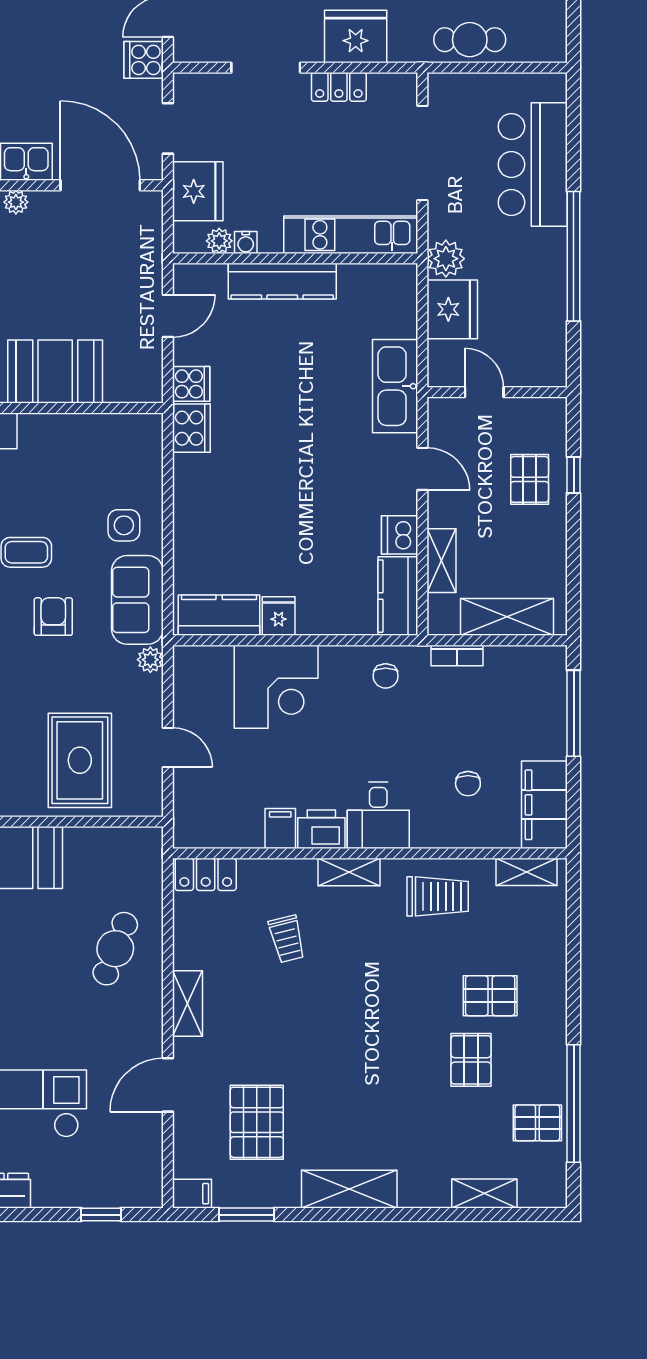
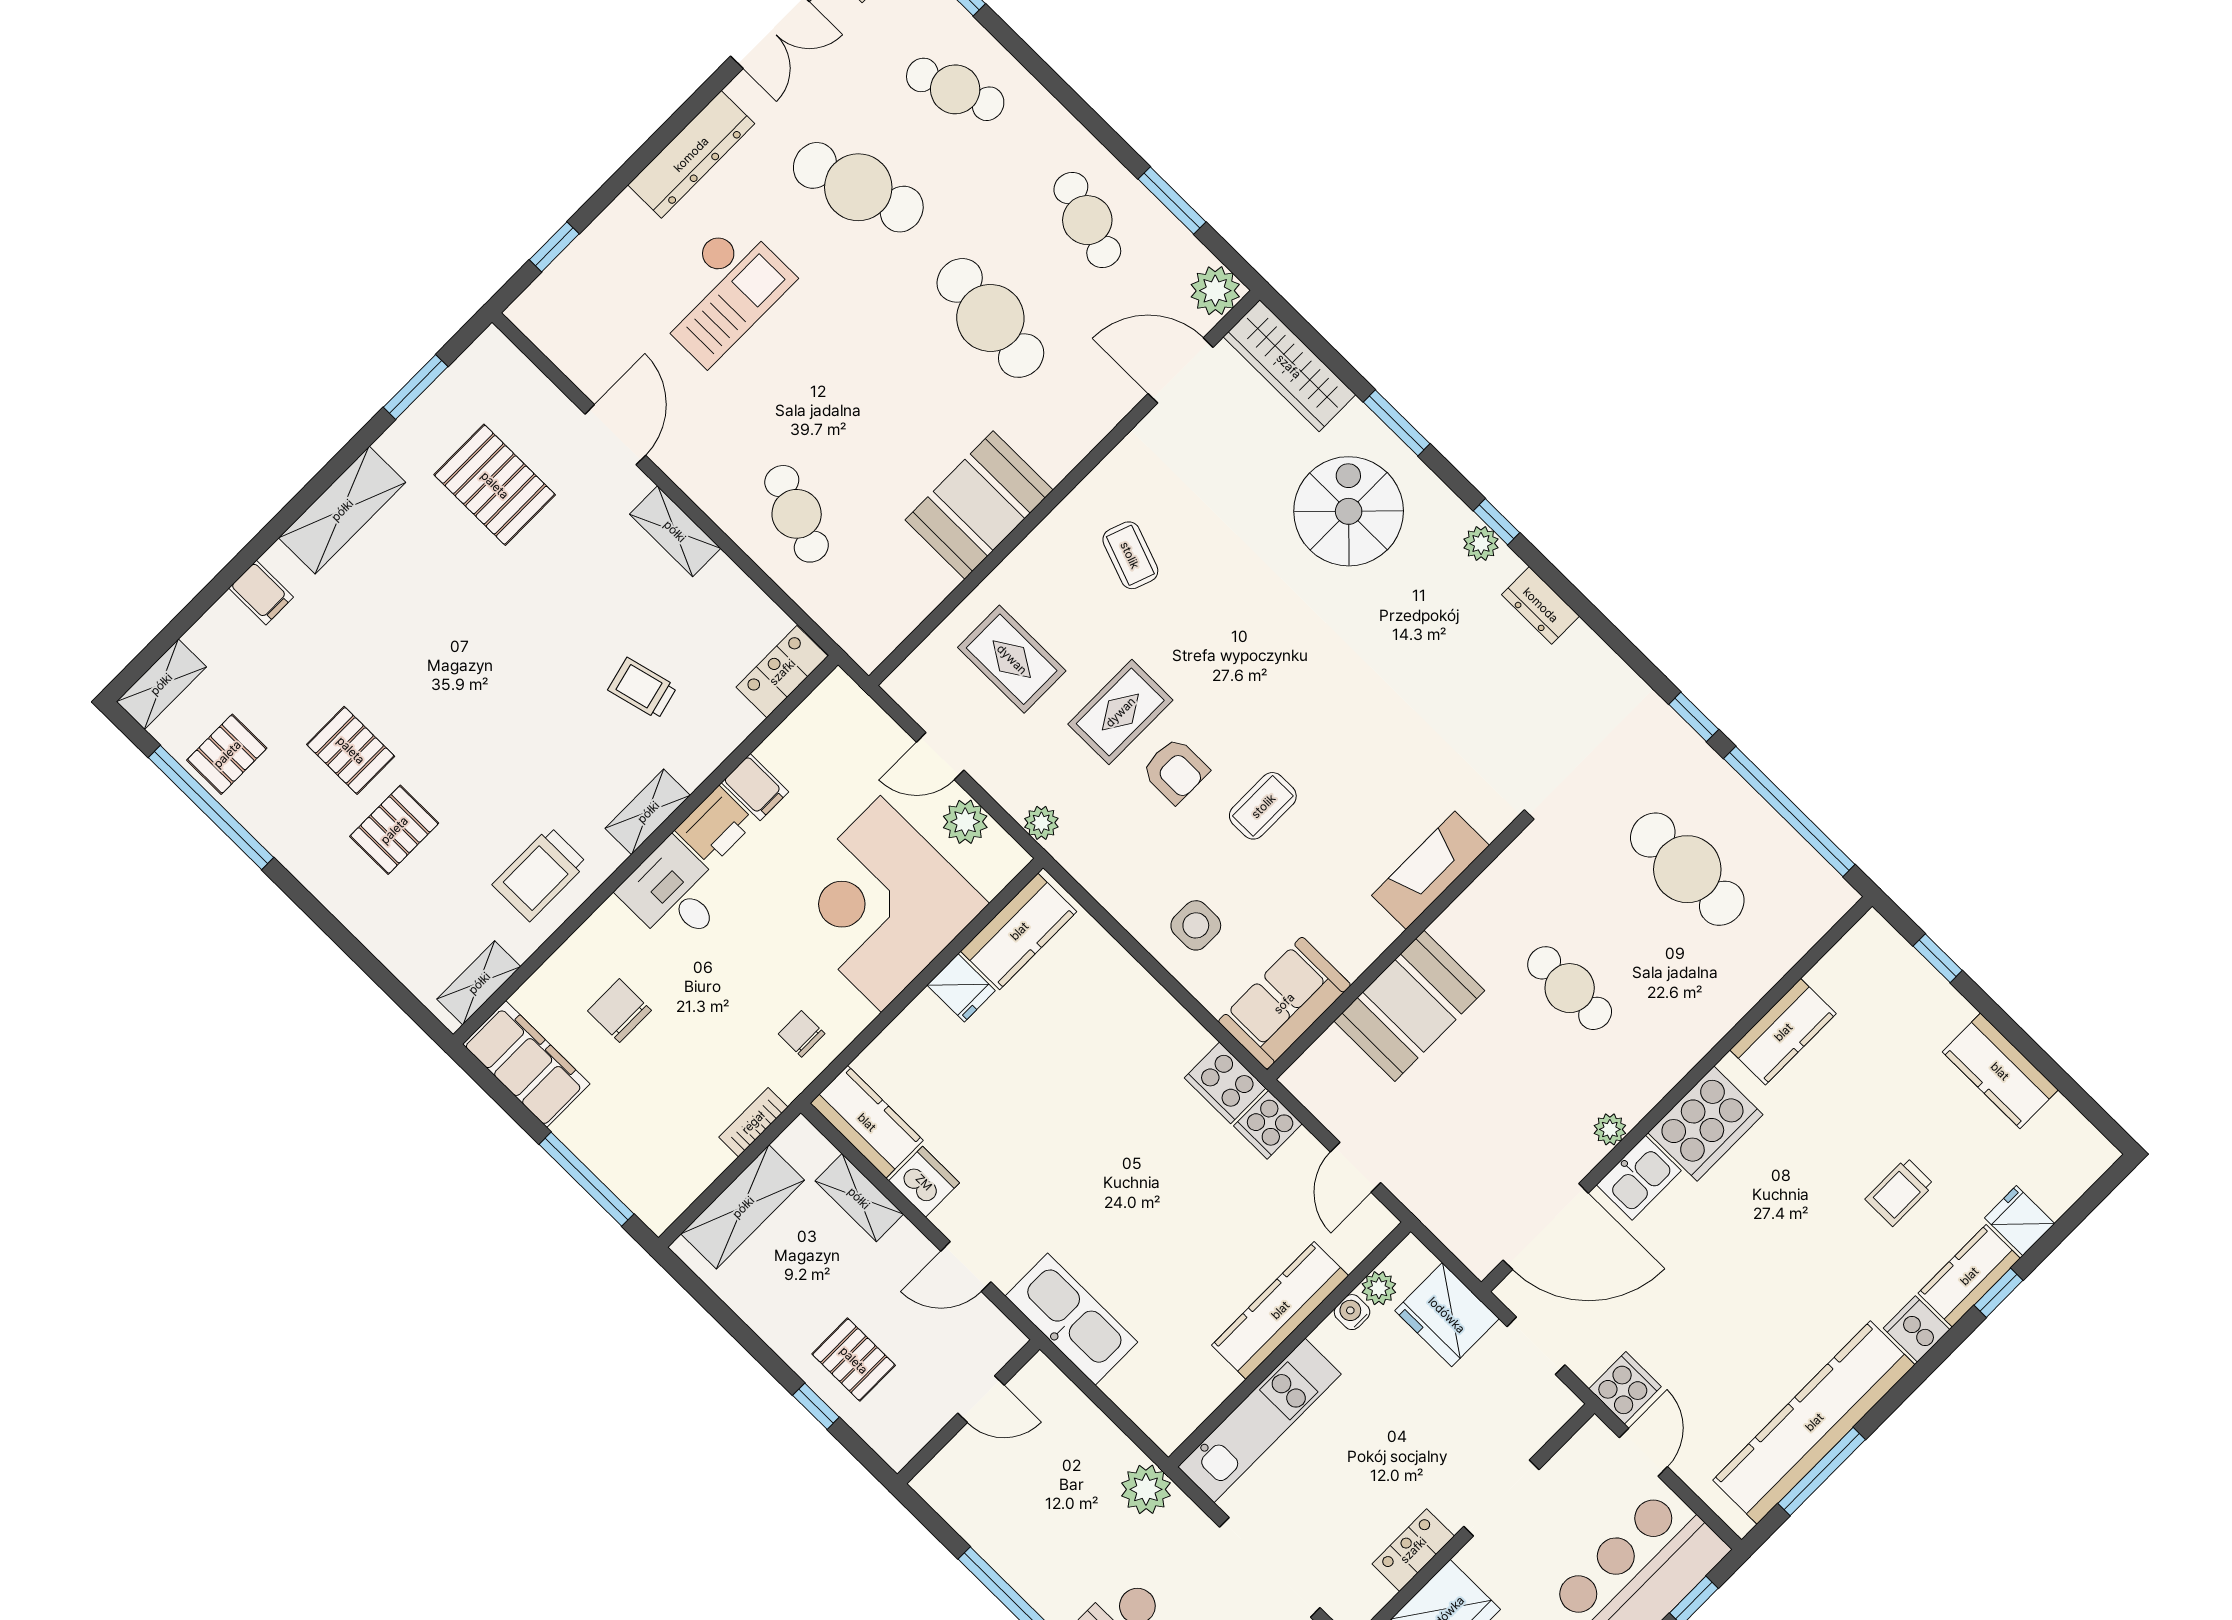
fridge: (452, 309) -> (1091, 1447), removed
sofa: (137, 600) -> (1284, 1003), moved, turned -90
rug: (51, 676) -> (1120, 712), added
corner desk: (276, 687) -> (881, 904), width x1.36, depth x1.36
plant: (189, 700) -> (965, 822), added
rug: (80, 760) -> (1012, 659), width x0.73, depth x0.70
chair: (468, 784) -> (619, 1011), width x1.37, depth x1.37
filing cabinet: (192, 1194) -> (261, 593), moved, turned -90
shelving: (484, 1194) -> (161, 684), moved

